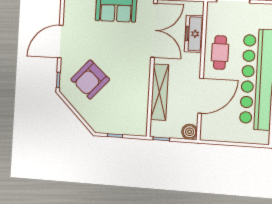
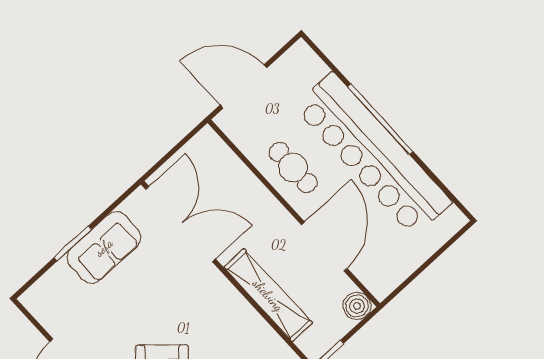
freezer: (194, 34) -> (236, 177), removed

